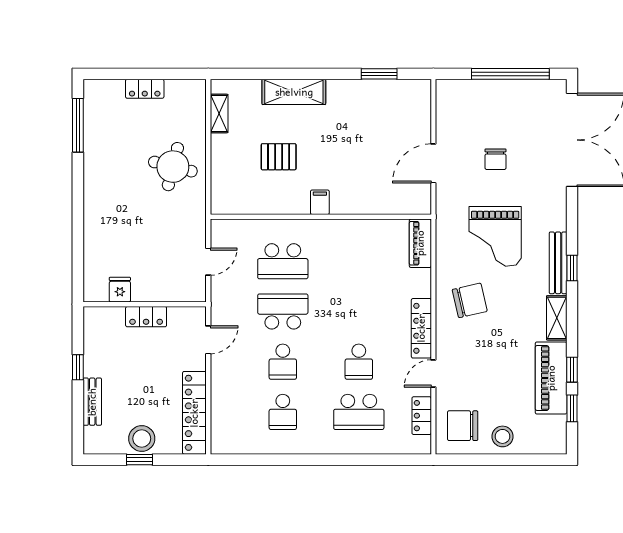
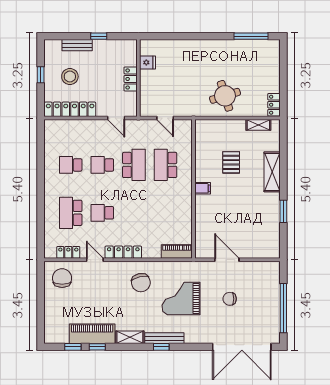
window: (379, 74) -> (283, 211), moved
locker: (145, 89) -> (274, 105), moved
round table: (173, 167) -> (225, 96), turned -31
stool: (502, 436) -> (55, 303), removed
stool: (142, 439) -> (70, 77), moved

